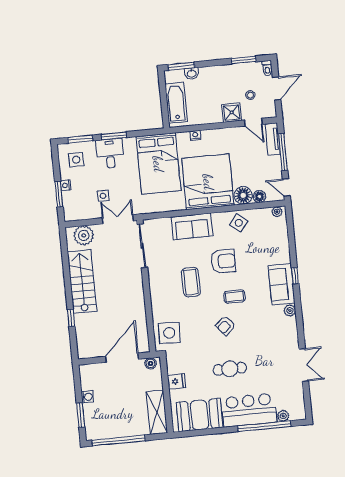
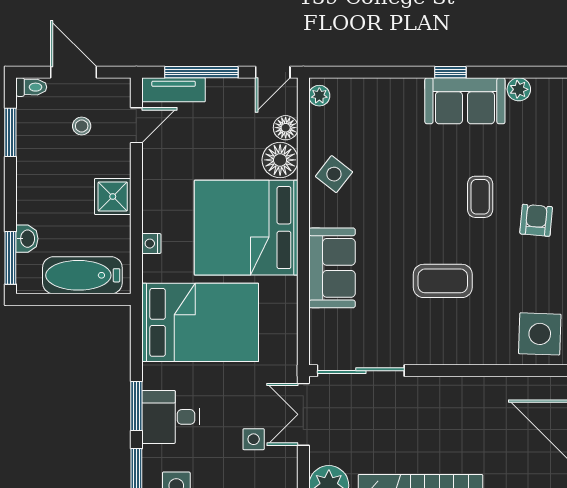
shower: (232, 113) -> (113, 196), moved
armchair: (223, 261) -> (408, 212), removed
armchair: (226, 326) -> (536, 220), turned -135

